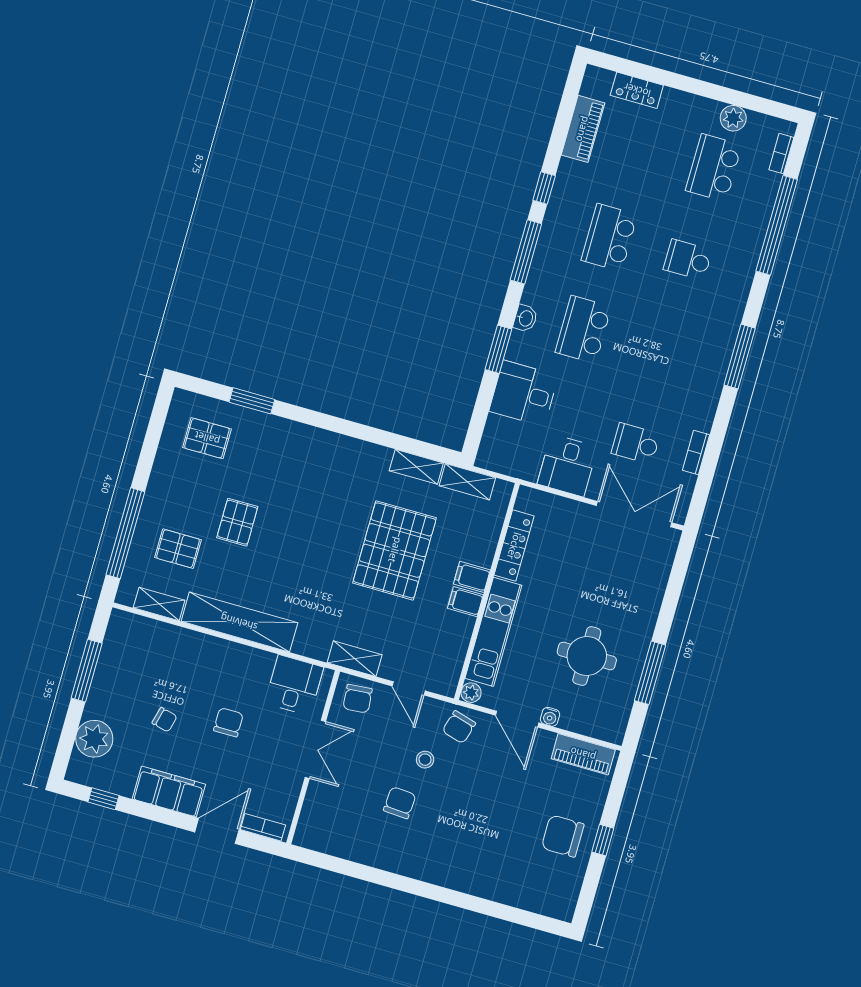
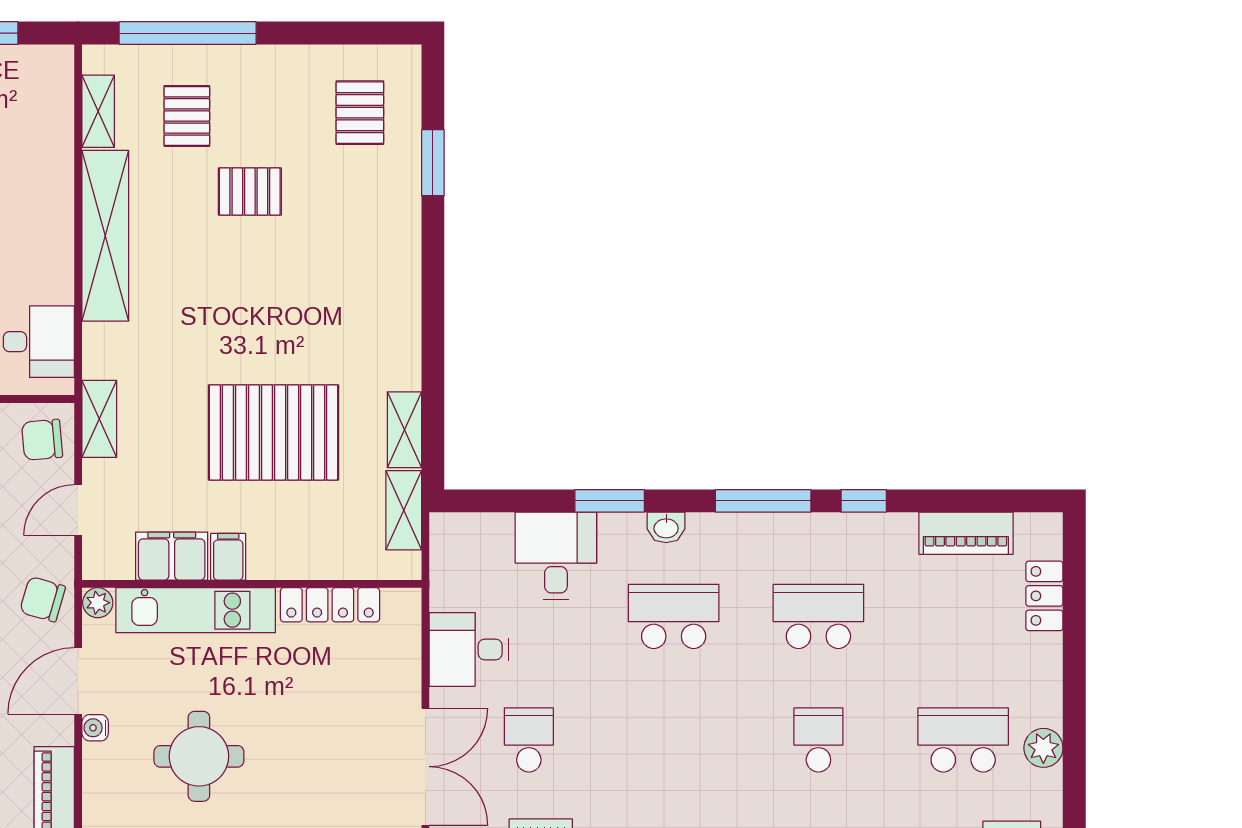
filing cabinet: (472, 577) -> (172, 556), moved, width x2.00

